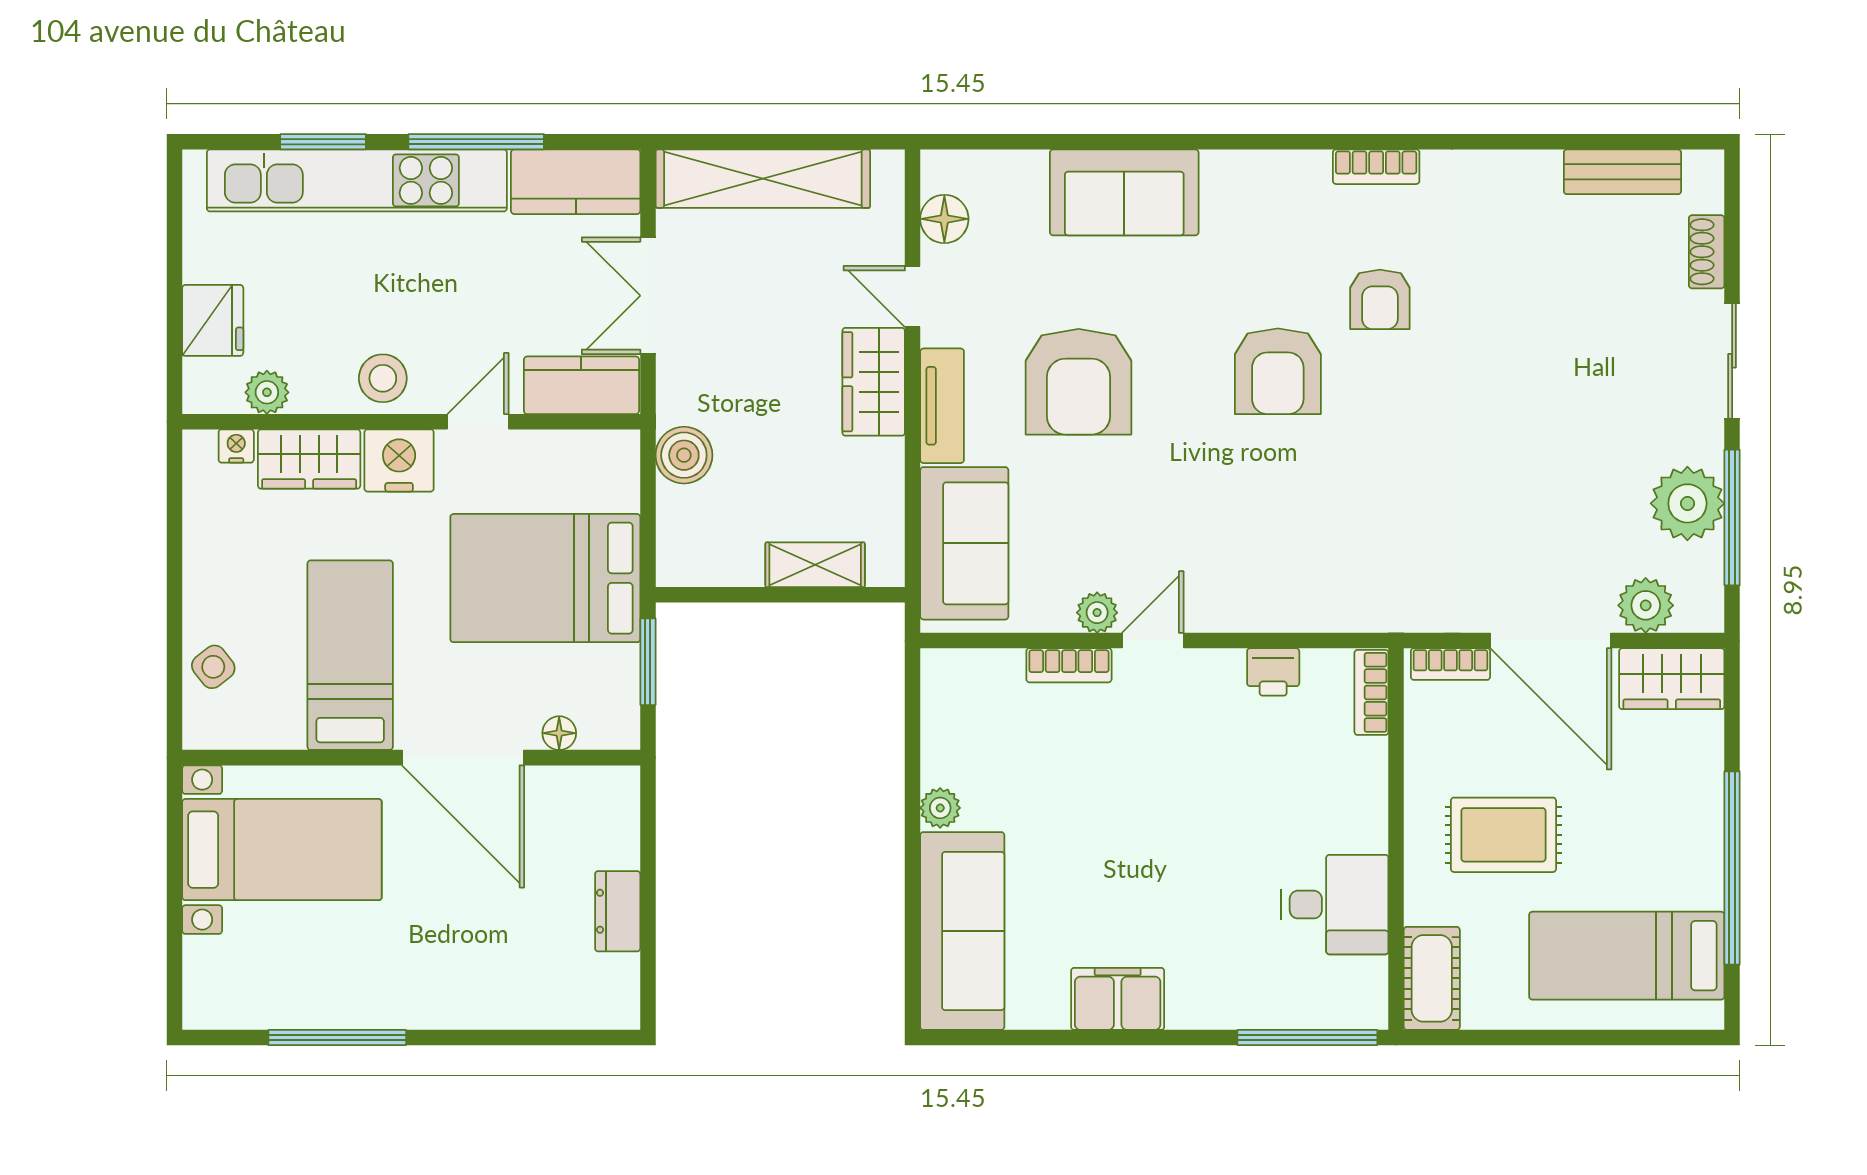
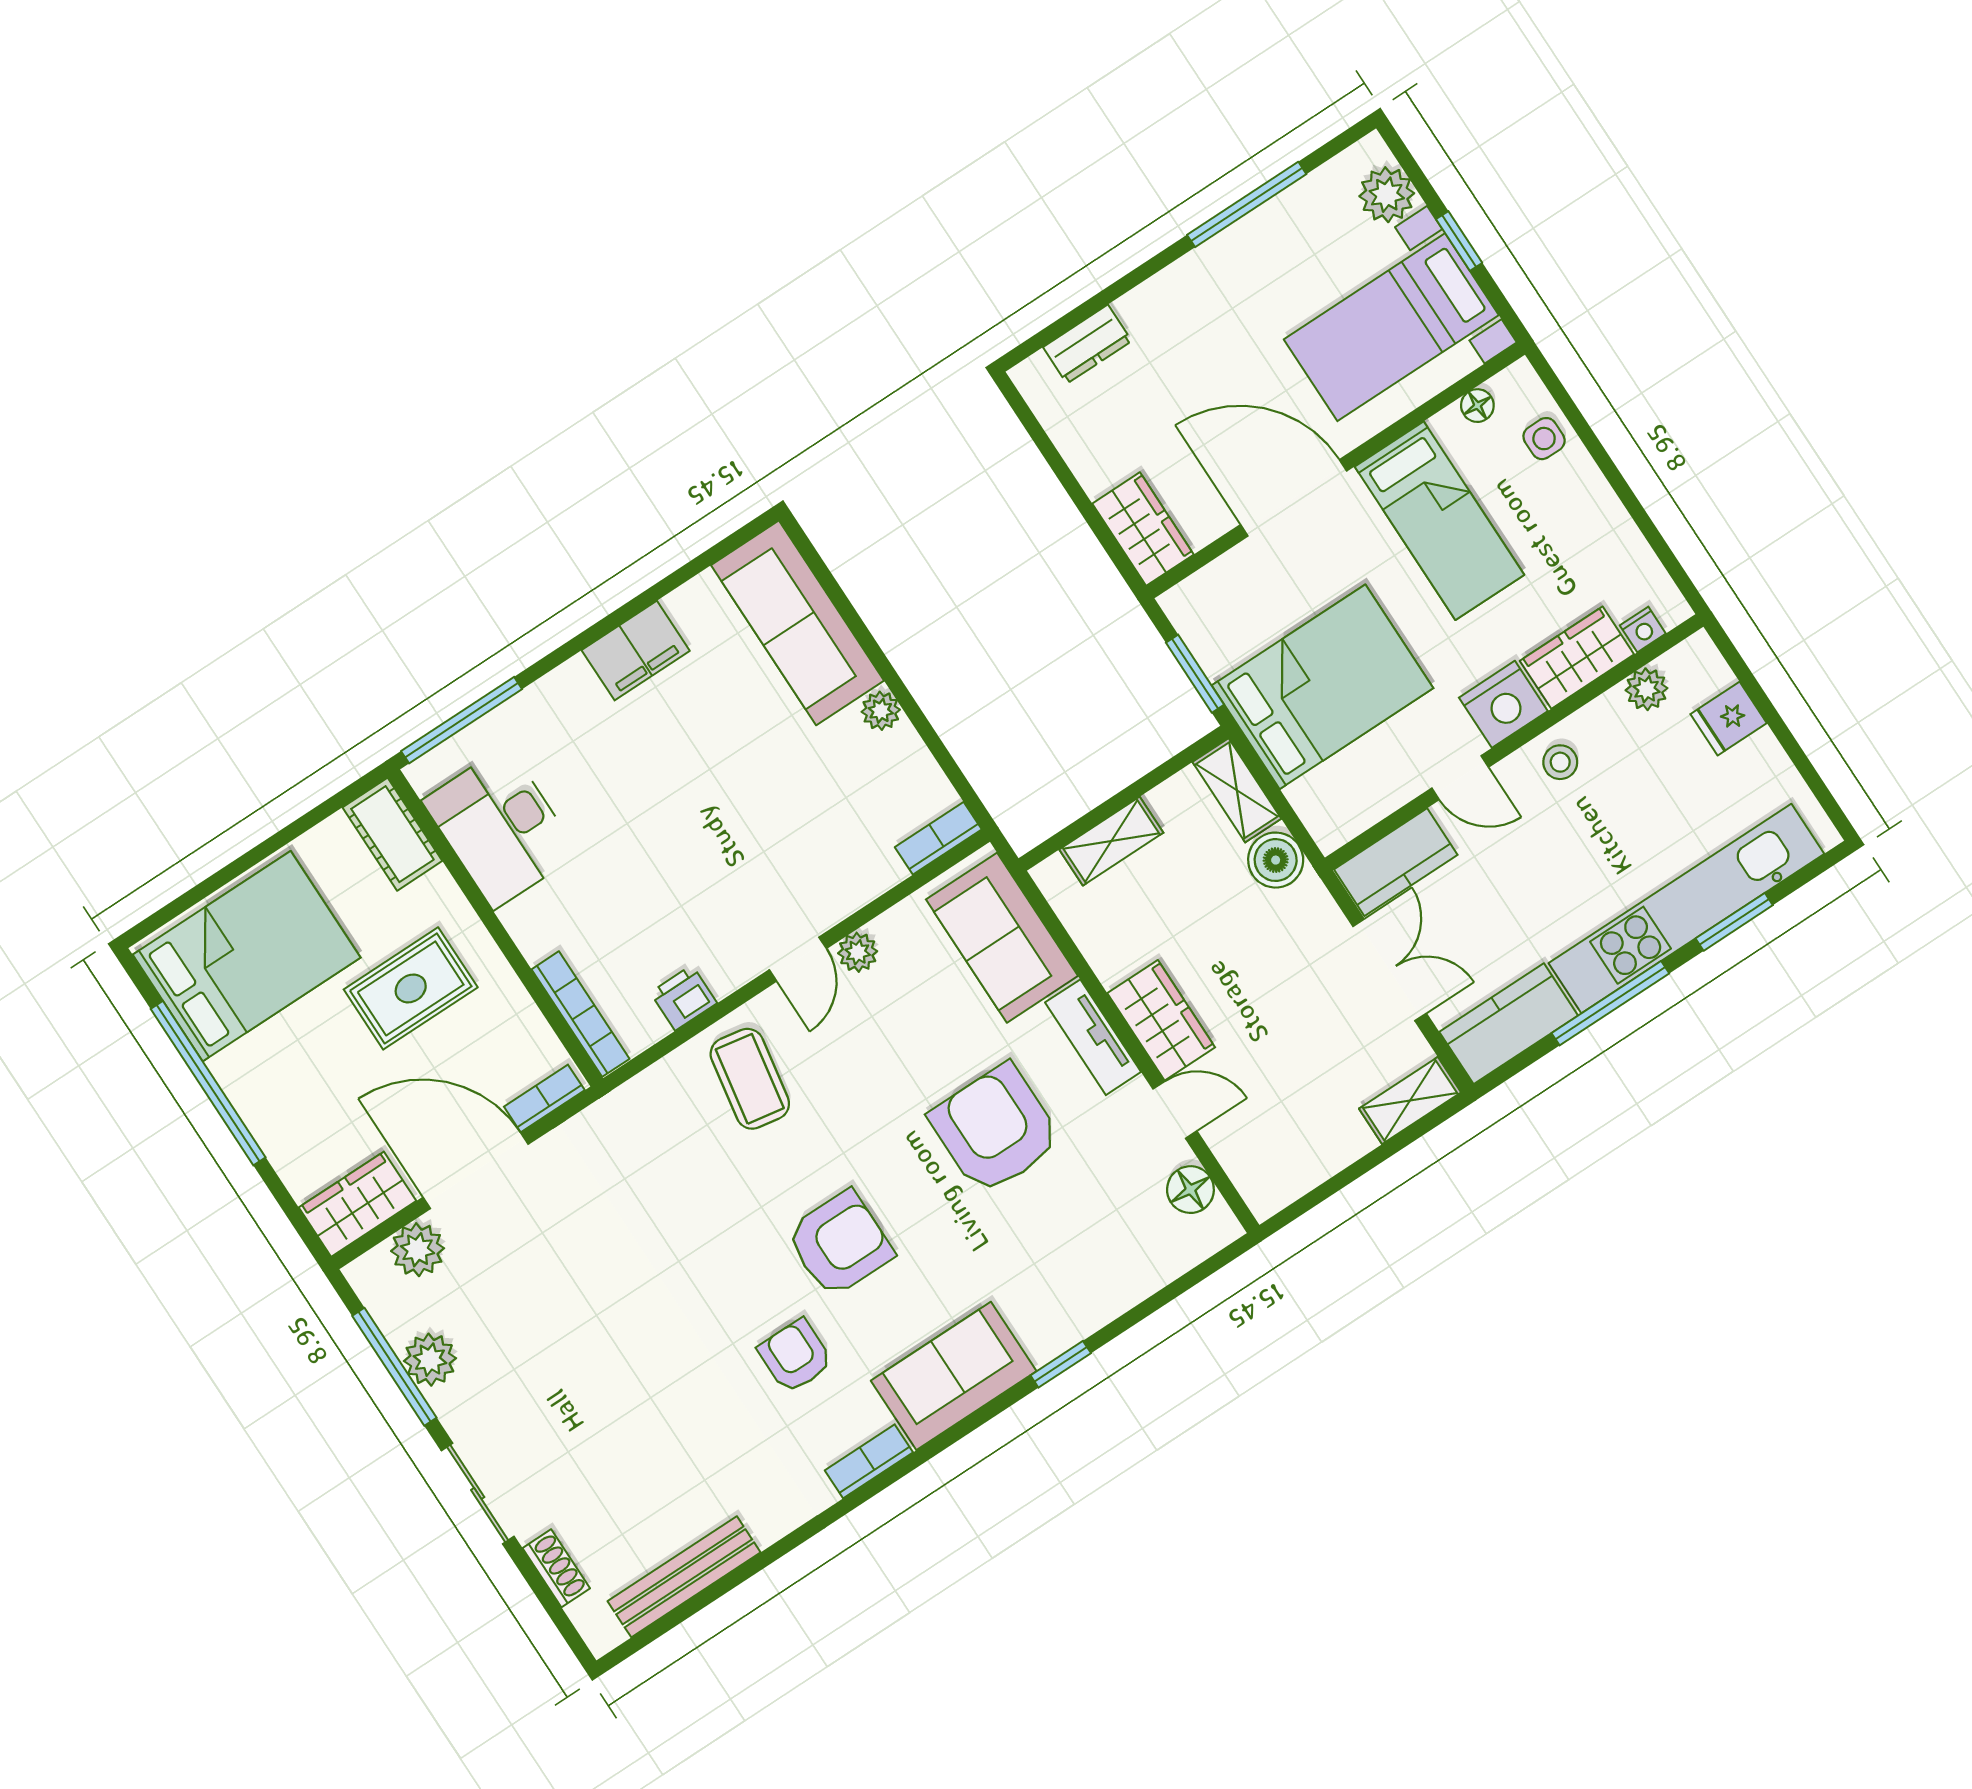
window: (1155, 142) -> (1061, 1364), added
bench: (1622, 172) -> (684, 1577), width x1.36
shelving: (763, 179) -> (1410, 1101), width x0.45, depth x0.75
sofa: (1124, 192) -> (954, 1376), moved
fridge: (213, 320) -> (1729, 719), width x0.72
armchair: (1278, 371) -> (840, 1244), turned 90
stool: (383, 378) -> (1560, 762), width x0.73, depth x0.73
door: (478, 422) -> (1460, 778), hinge flipped
plant: (1687, 503) -> (430, 1360), width x0.73, depth x0.73
shelving: (678, 537) -> (1237, 790), added
coffee table: (1262, 565) -> (750, 1079), added
bookcase: (1069, 665) -> (938, 838), moved
side table: (213, 667) -> (1544, 439), turned 38
bookcase: (1371, 692) -> (580, 1014), width x1.56
floor lamp: (559, 733) -> (1477, 406), moved
wardrobe: (611, 816) -> (1143, 529), added
window: (175, 885) -> (1459, 241), added
desk: (1335, 905) -> (500, 827), width x1.37
dresser: (618, 911) -> (1087, 344), moved, turned 90
bed: (1627, 956) -> (247, 956), width x1.50
plant: (211, 967) -> (1387, 195), added

